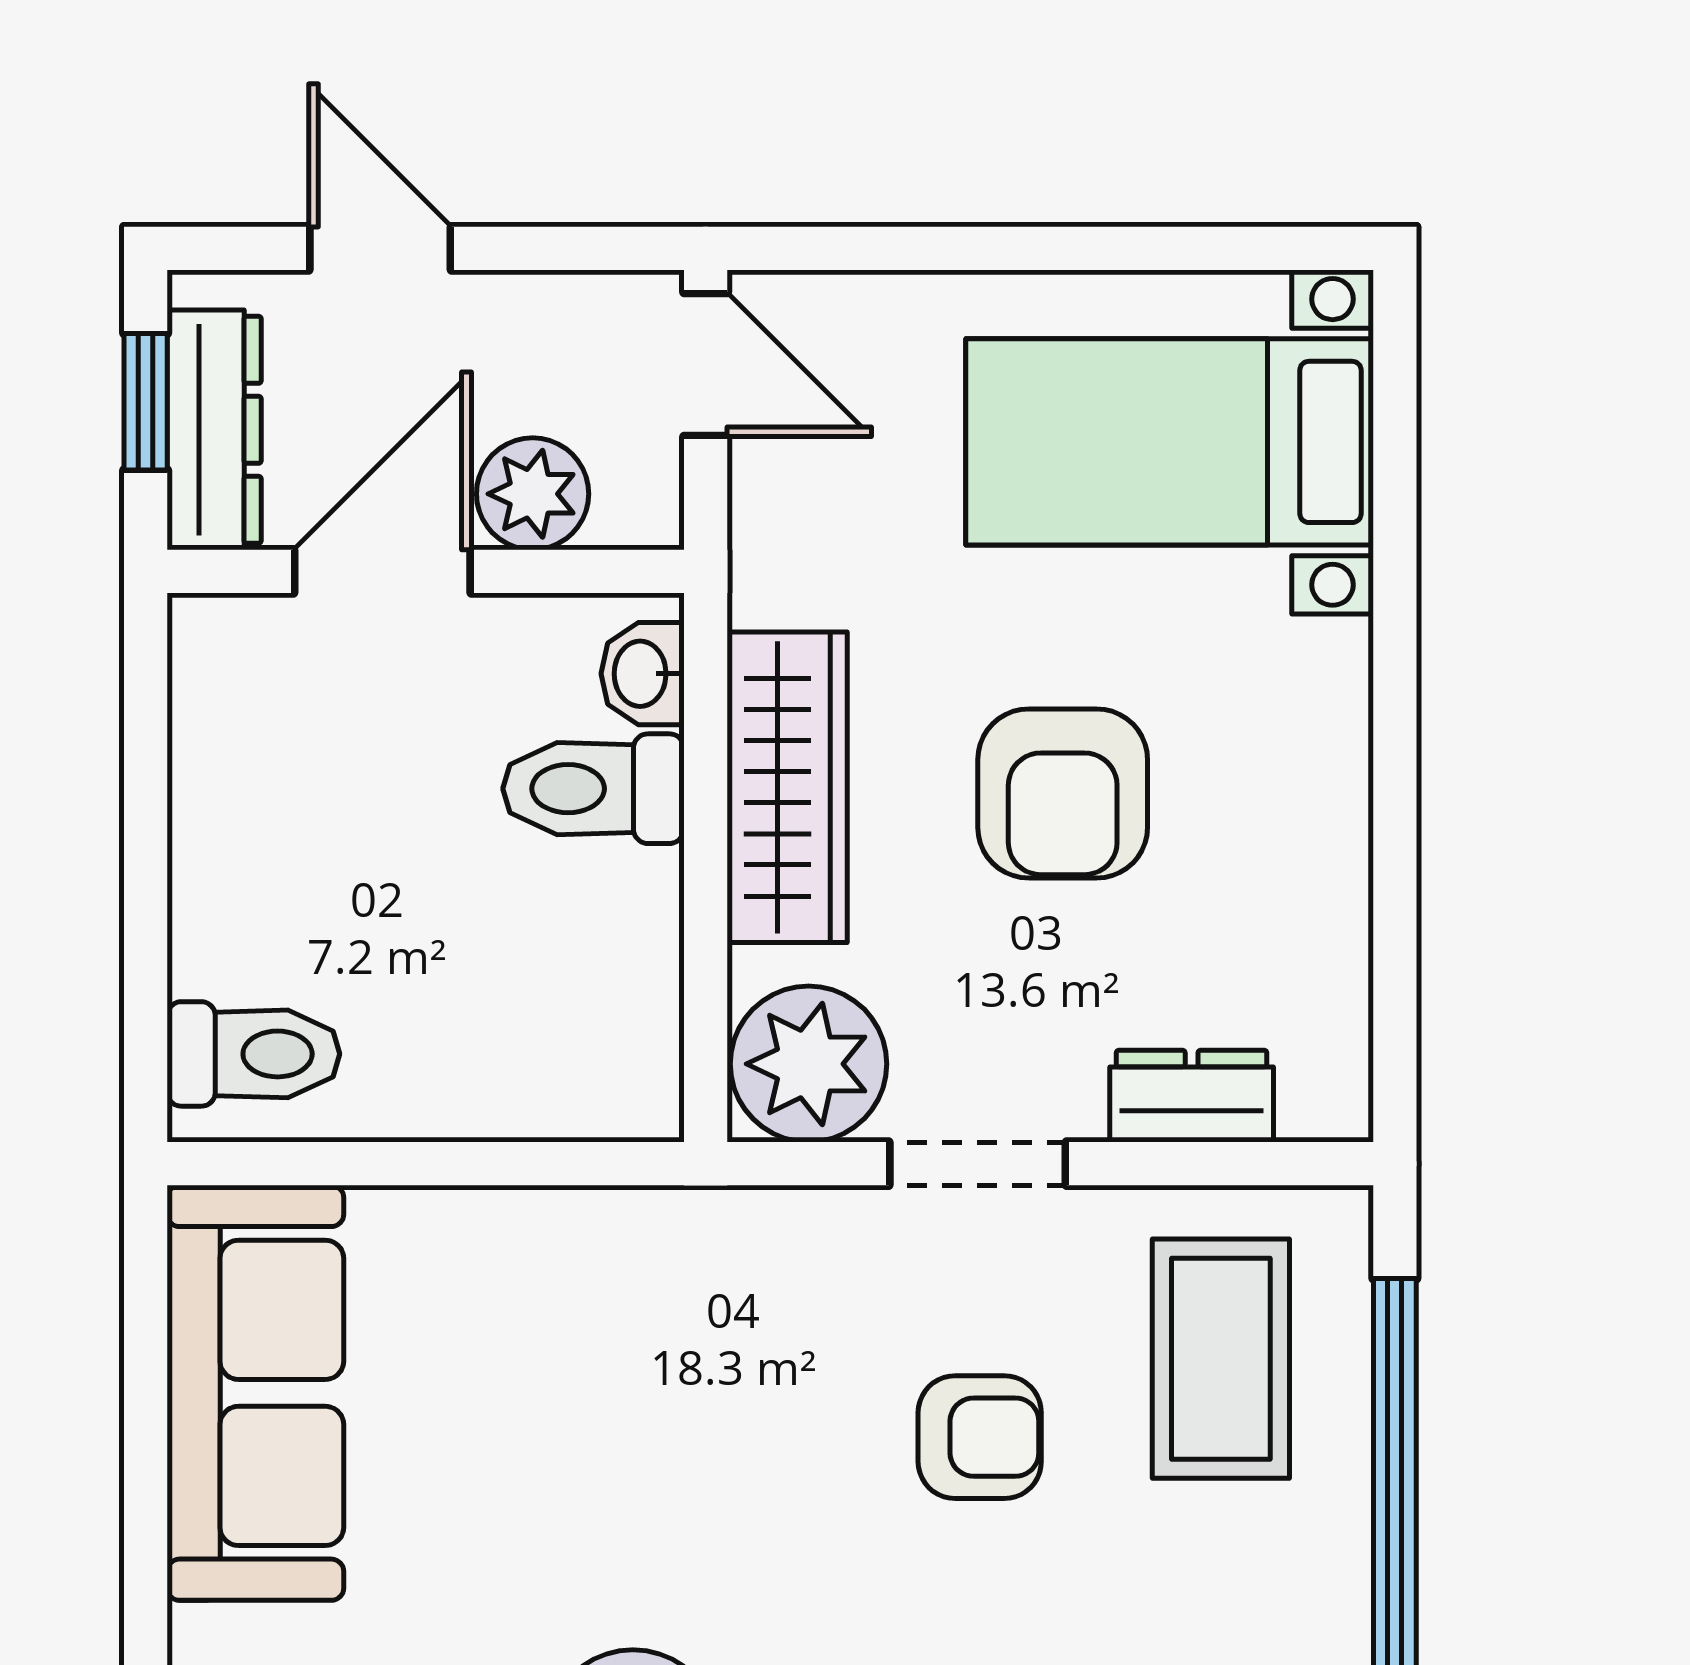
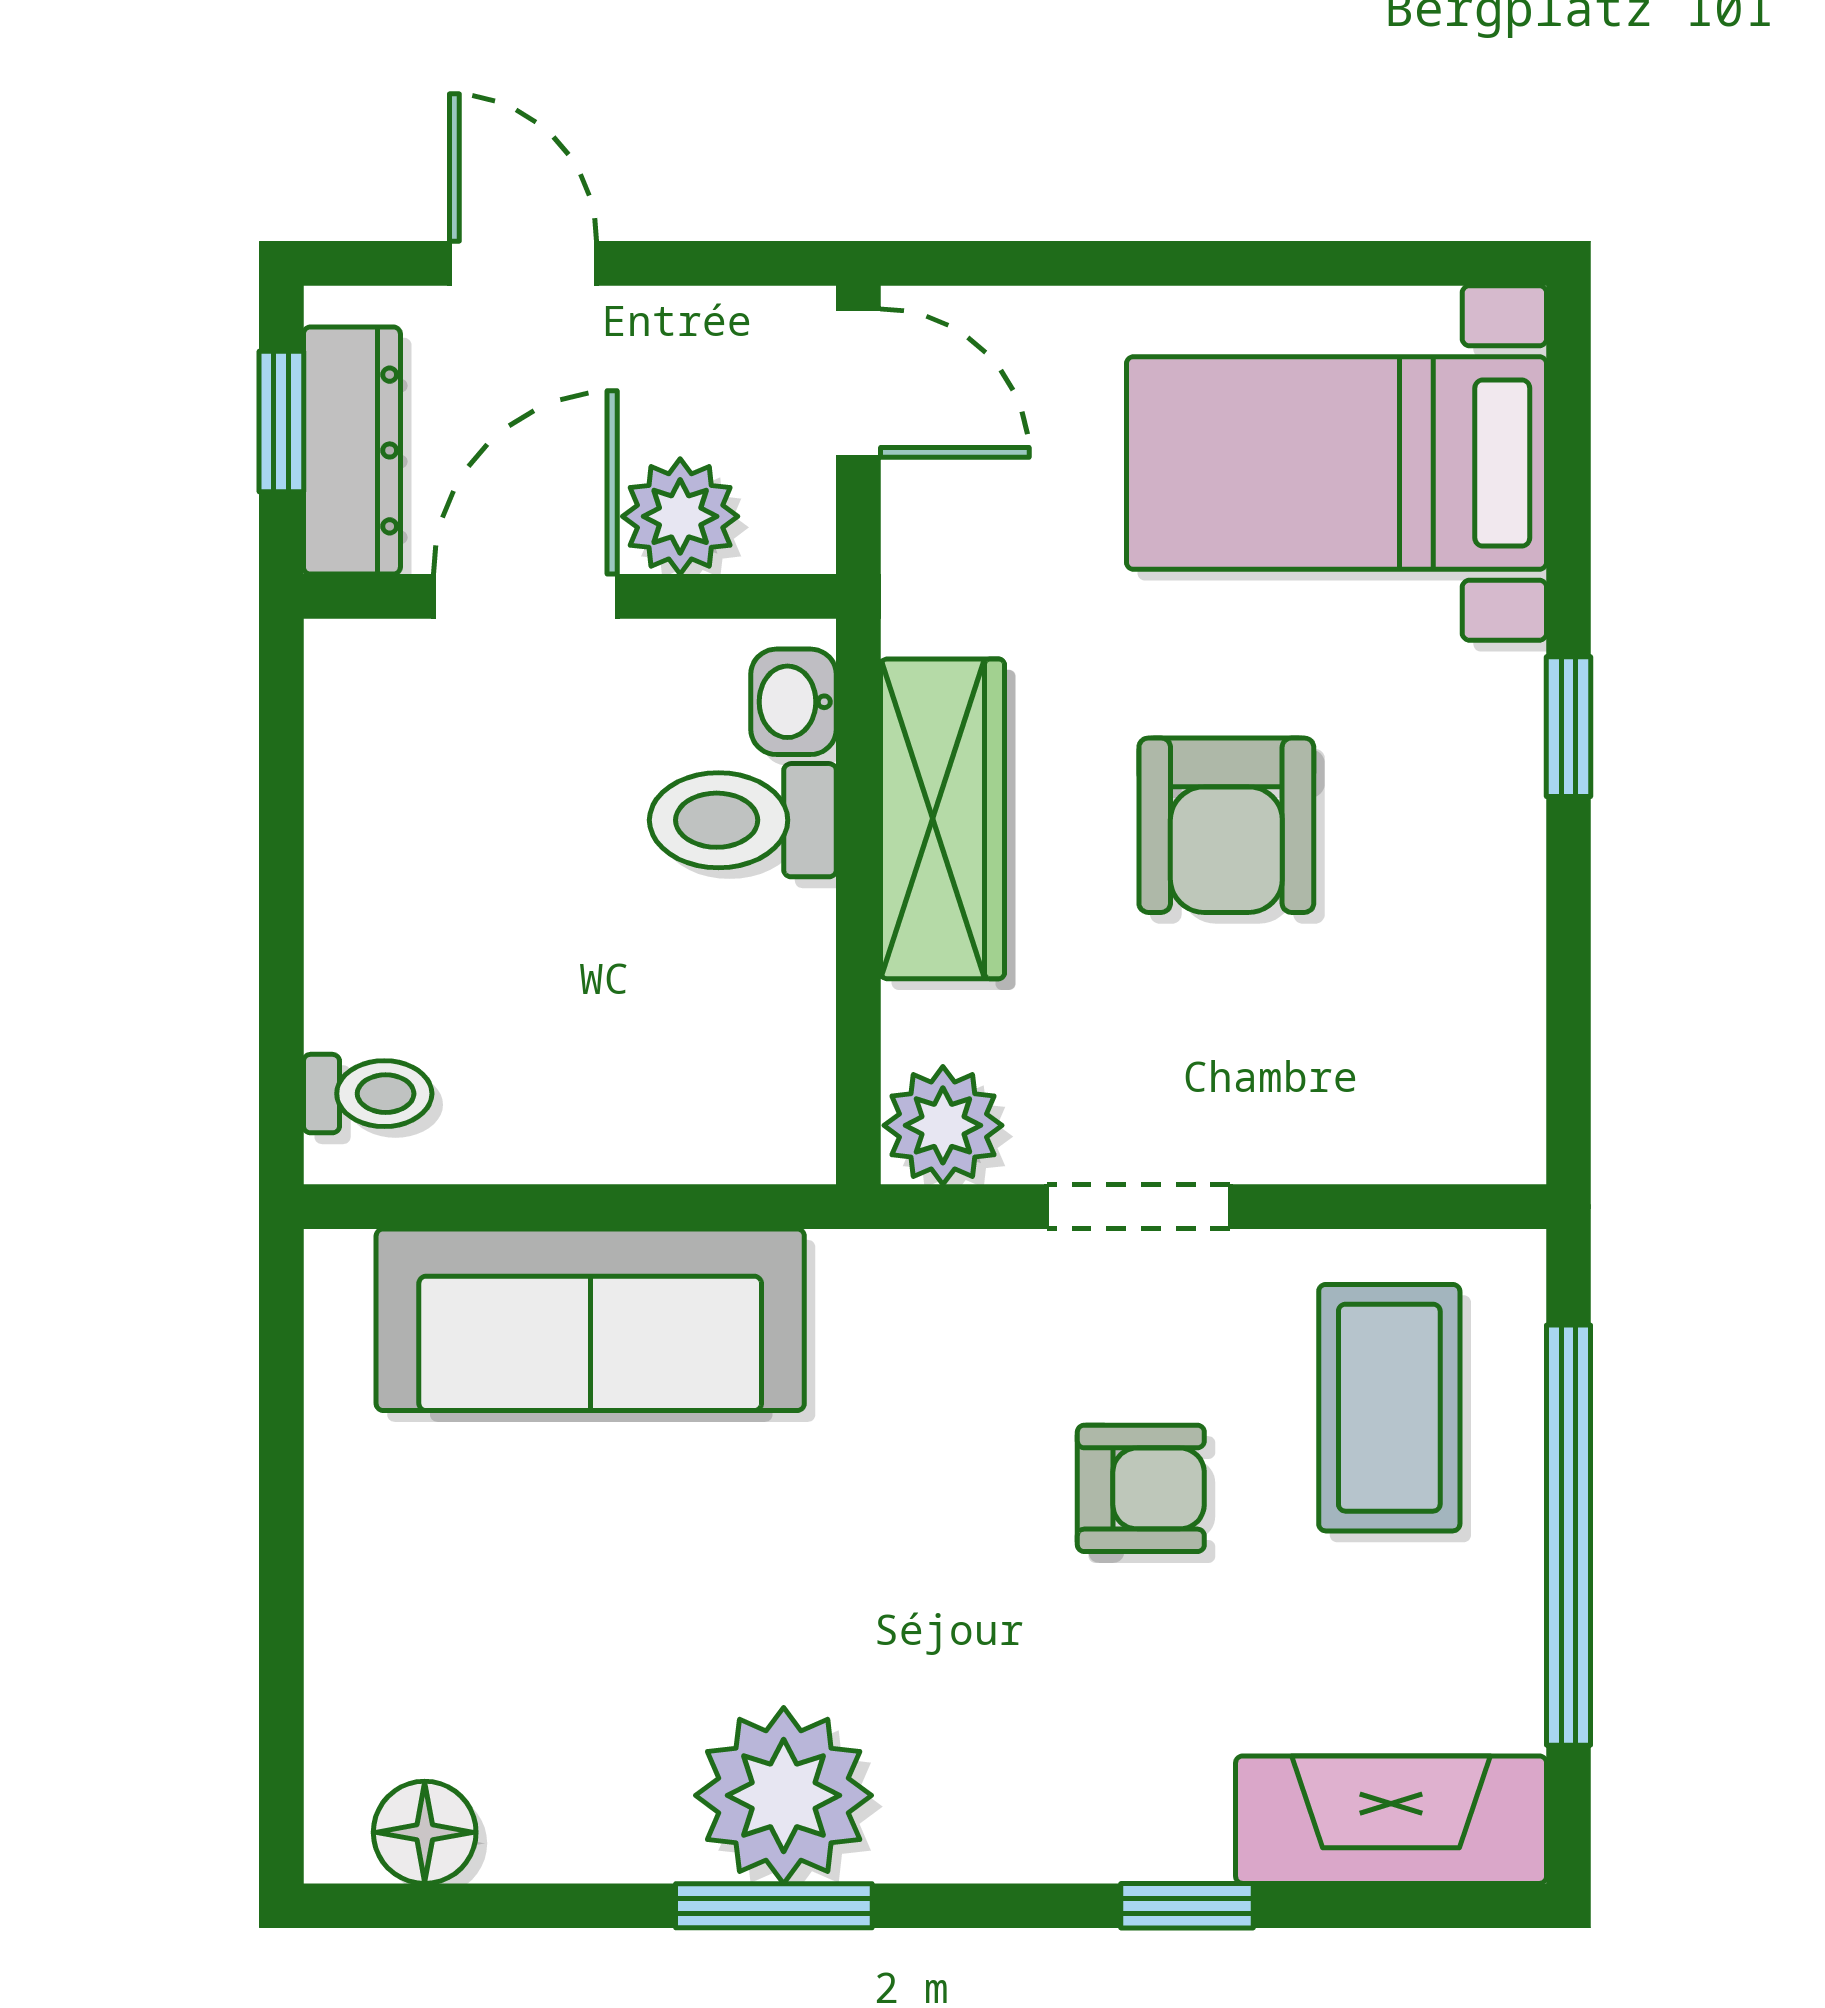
window: (1395, 698) -> (1569, 727), added
toilet: (253, 1054) -> (368, 1094), width x0.73, depth x0.72
plant: (809, 1064) -> (943, 1125), width x0.73, depth x0.73
dresser: (1192, 1096) -> (1359, 1137), removed
sofa: (255, 1393) -> (590, 1320), moved, turned 90

